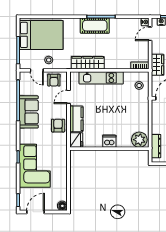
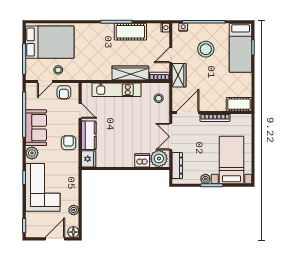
cot: (95, 26) -> (130, 32), moved
door: (150, 34) -> (171, 55), moved
wardrobe: (88, 63) -> (130, 73), moved
door: (37, 70) -> (45, 81), hinge flipped
door: (69, 97) -> (80, 111), swing flipped
double door: (150, 120) -> (171, 137), added
plant: (25, 135) -> (32, 153), added
dishwasher: (109, 141) -> (142, 160), moved
plant: (63, 186) -> (74, 210), added
door: (36, 212) -> (55, 239), moved

